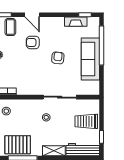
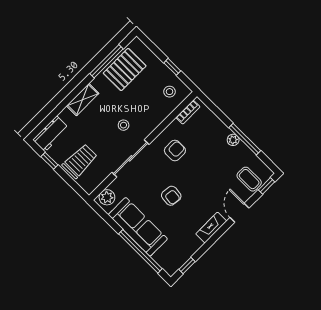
door: (32, 15) -> (240, 213), hinge flipped
fireplace: (76, 22) -> (211, 228), moved
armchair: (33, 42) -> (175, 151), moved
plant: (91, 89) -> (107, 197), added
workbench: (83, 150) -> (51, 134), width x0.73

